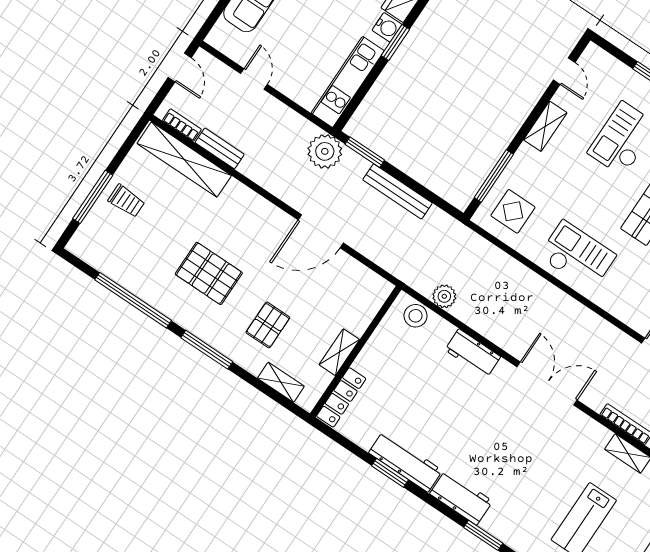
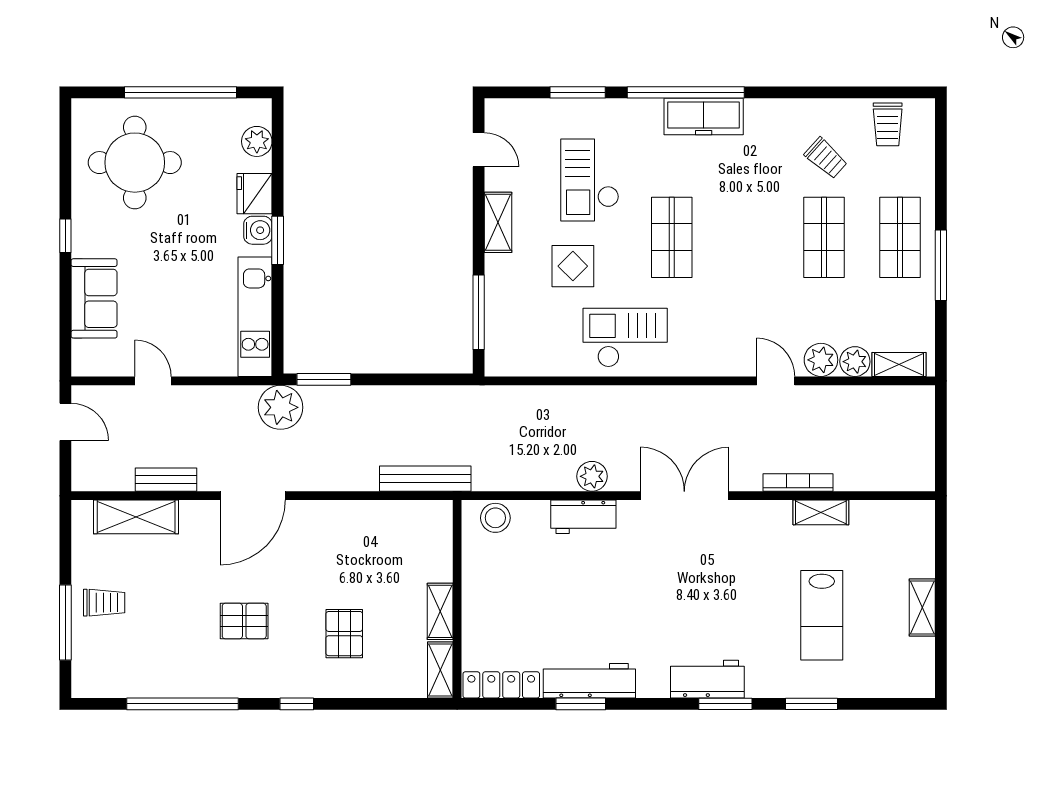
bookcase: (182, 125) -> (109, 482), removed
shelving: (184, 159) -> (136, 517), width x0.68
bench: (397, 191) -> (425, 479), moved
display table: (513, 211) -> (573, 266), moved
door: (321, 231) -> (253, 496), moved
pallet: (209, 273) -> (244, 621), width x0.67, depth x0.71
plant: (444, 296) -> (592, 476), moved
window: (207, 350) -> (297, 704), width x0.46
shelving: (281, 382) -> (440, 670), moved, turned 90
locker: (341, 397) -> (501, 685), moved, turned -90
workbench: (461, 497) -> (707, 679), moved

